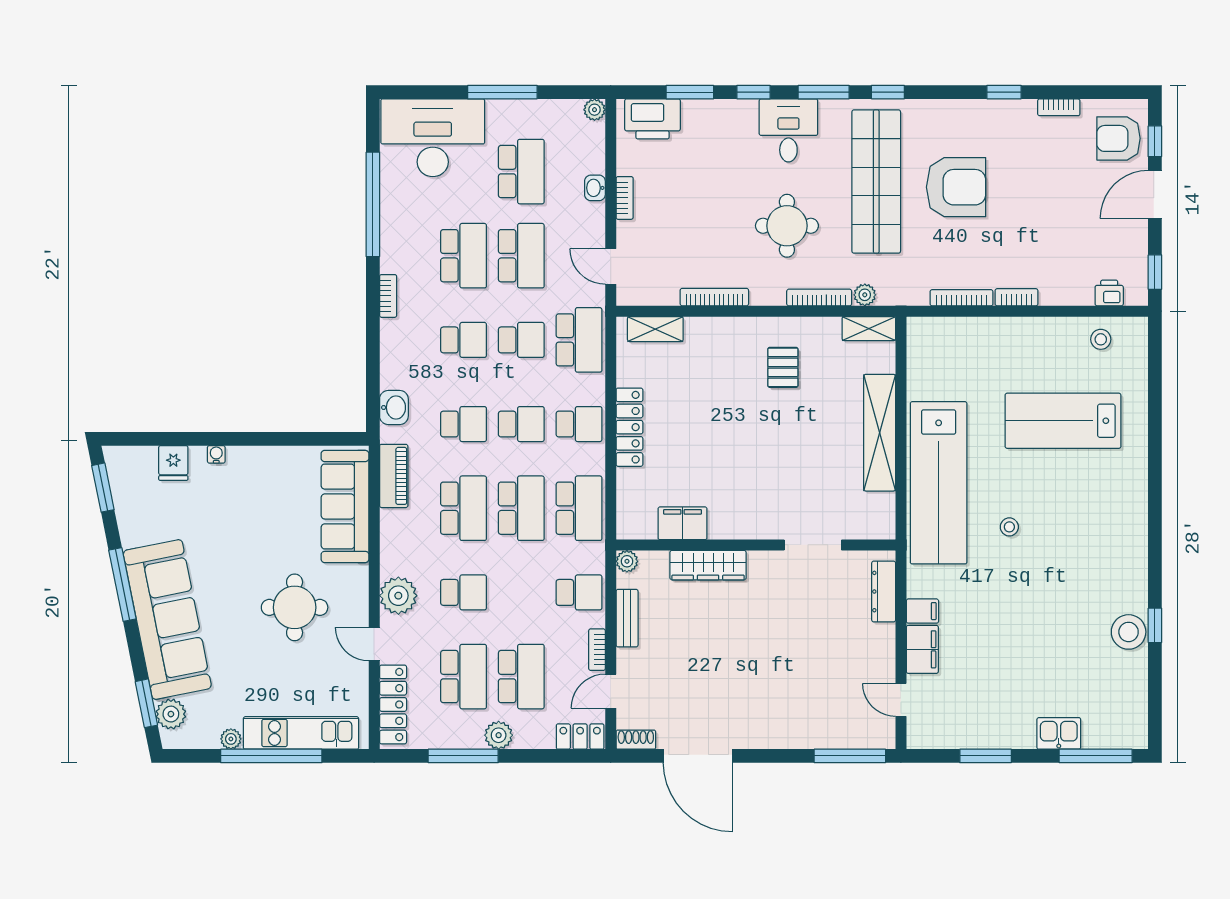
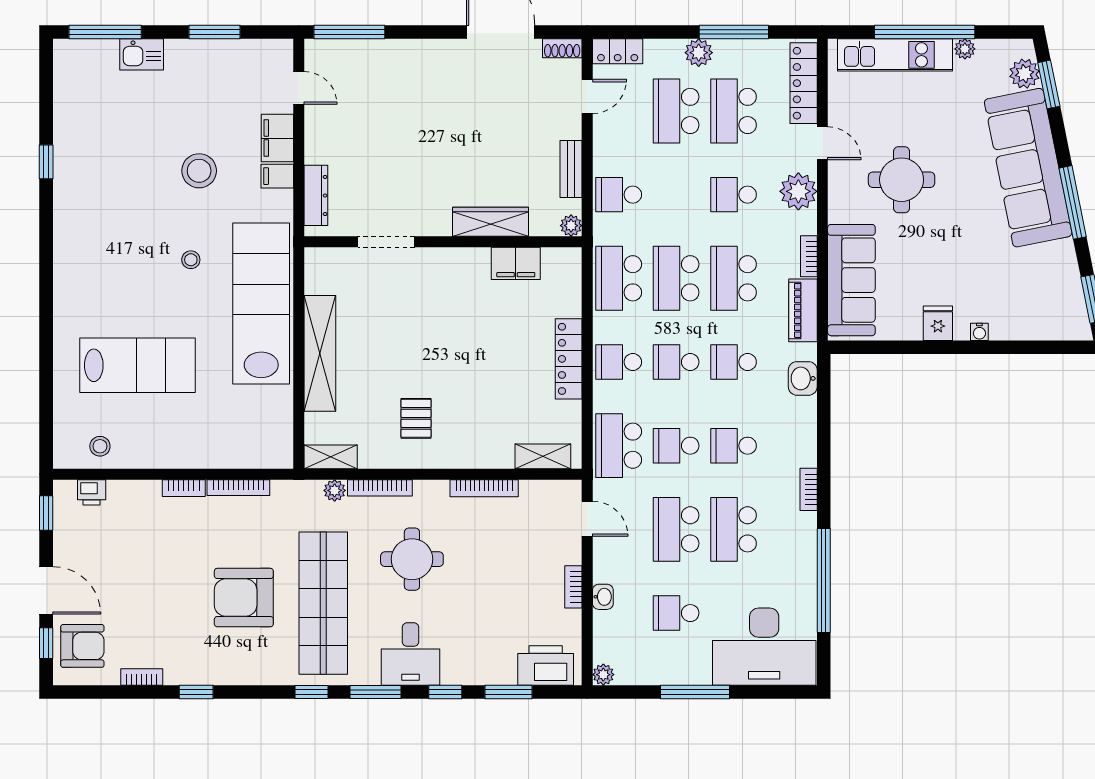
school desk: (521, 172) -> (676, 613), width x0.54
door: (1155, 194) -> (46, 590), hinge flipped
fridge: (173, 463) -> (938, 323), moved
stool: (1129, 632) -> (199, 171), moved
bookcase: (597, 650) -> (809, 256), moved, turned 180

